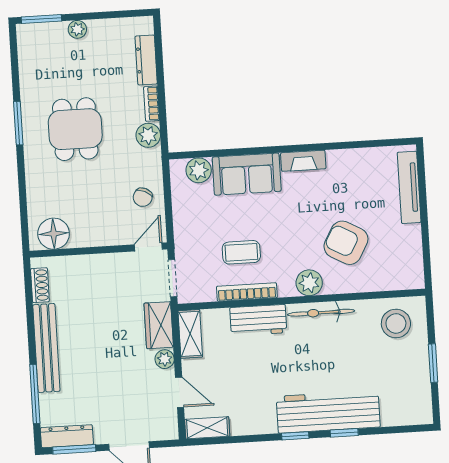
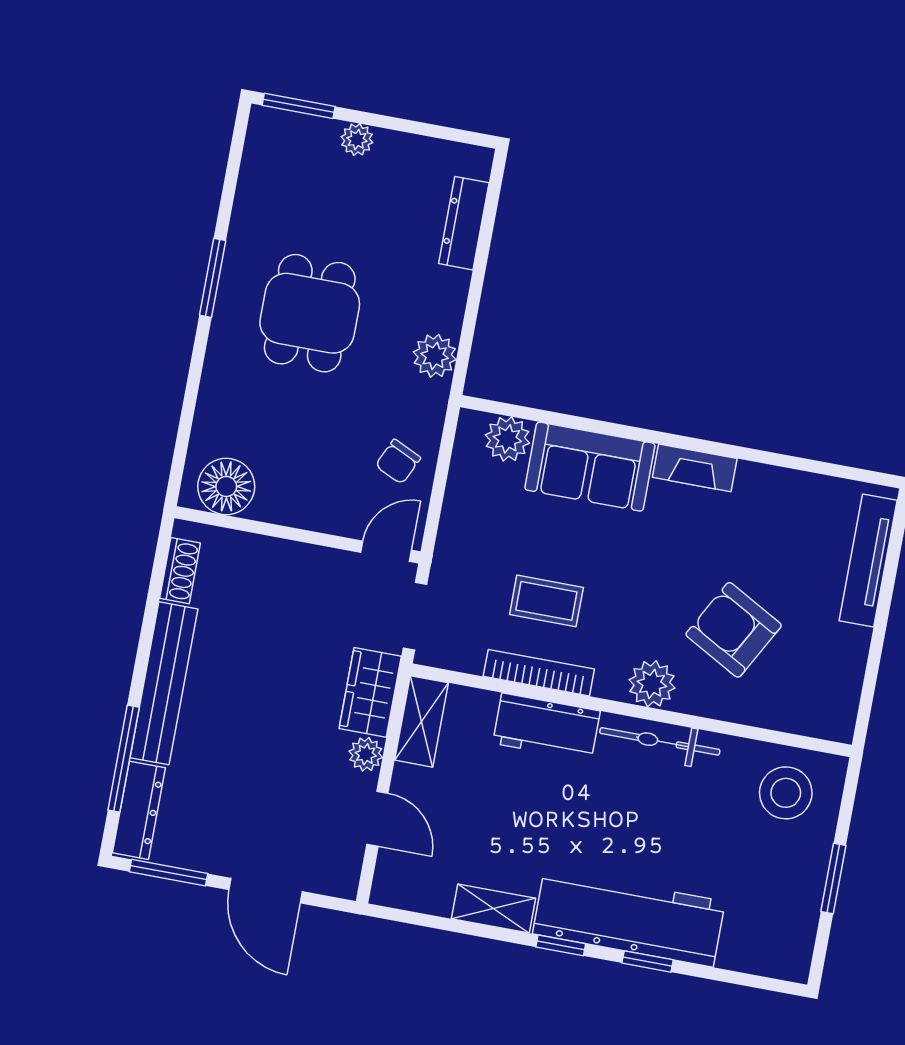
bookcase: (151, 104) -> (454, 302), removed
shelving: (207, 428) -> (494, 908), moved
dresser: (67, 436) -> (139, 810), moved, turned 90

